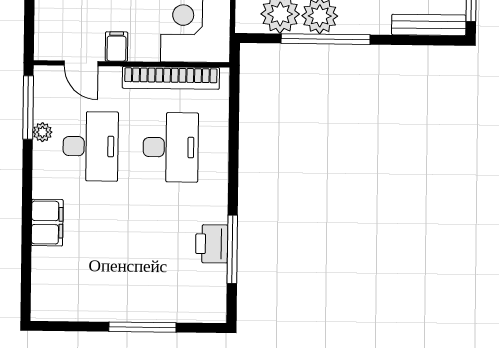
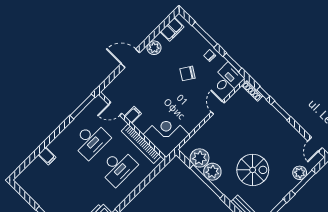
door: (81, 63) -> (115, 109), hinge flipped
plant: (42, 132) -> (79, 120), removed
filing cabinet: (47, 223) -> (47, 156), width x0.50

